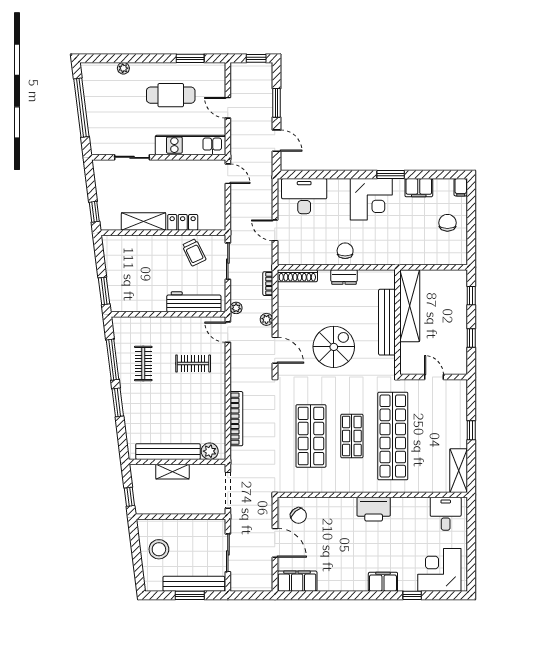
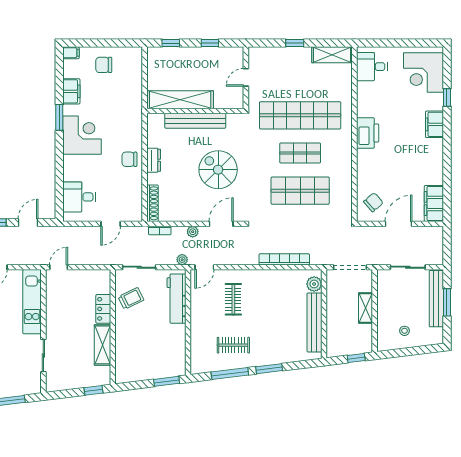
desk: (304, 196) -> (79, 197), width x0.73
shelving: (172, 472) -> (366, 308), moved
stool: (159, 549) -> (405, 331), width x0.53, depth x0.53

